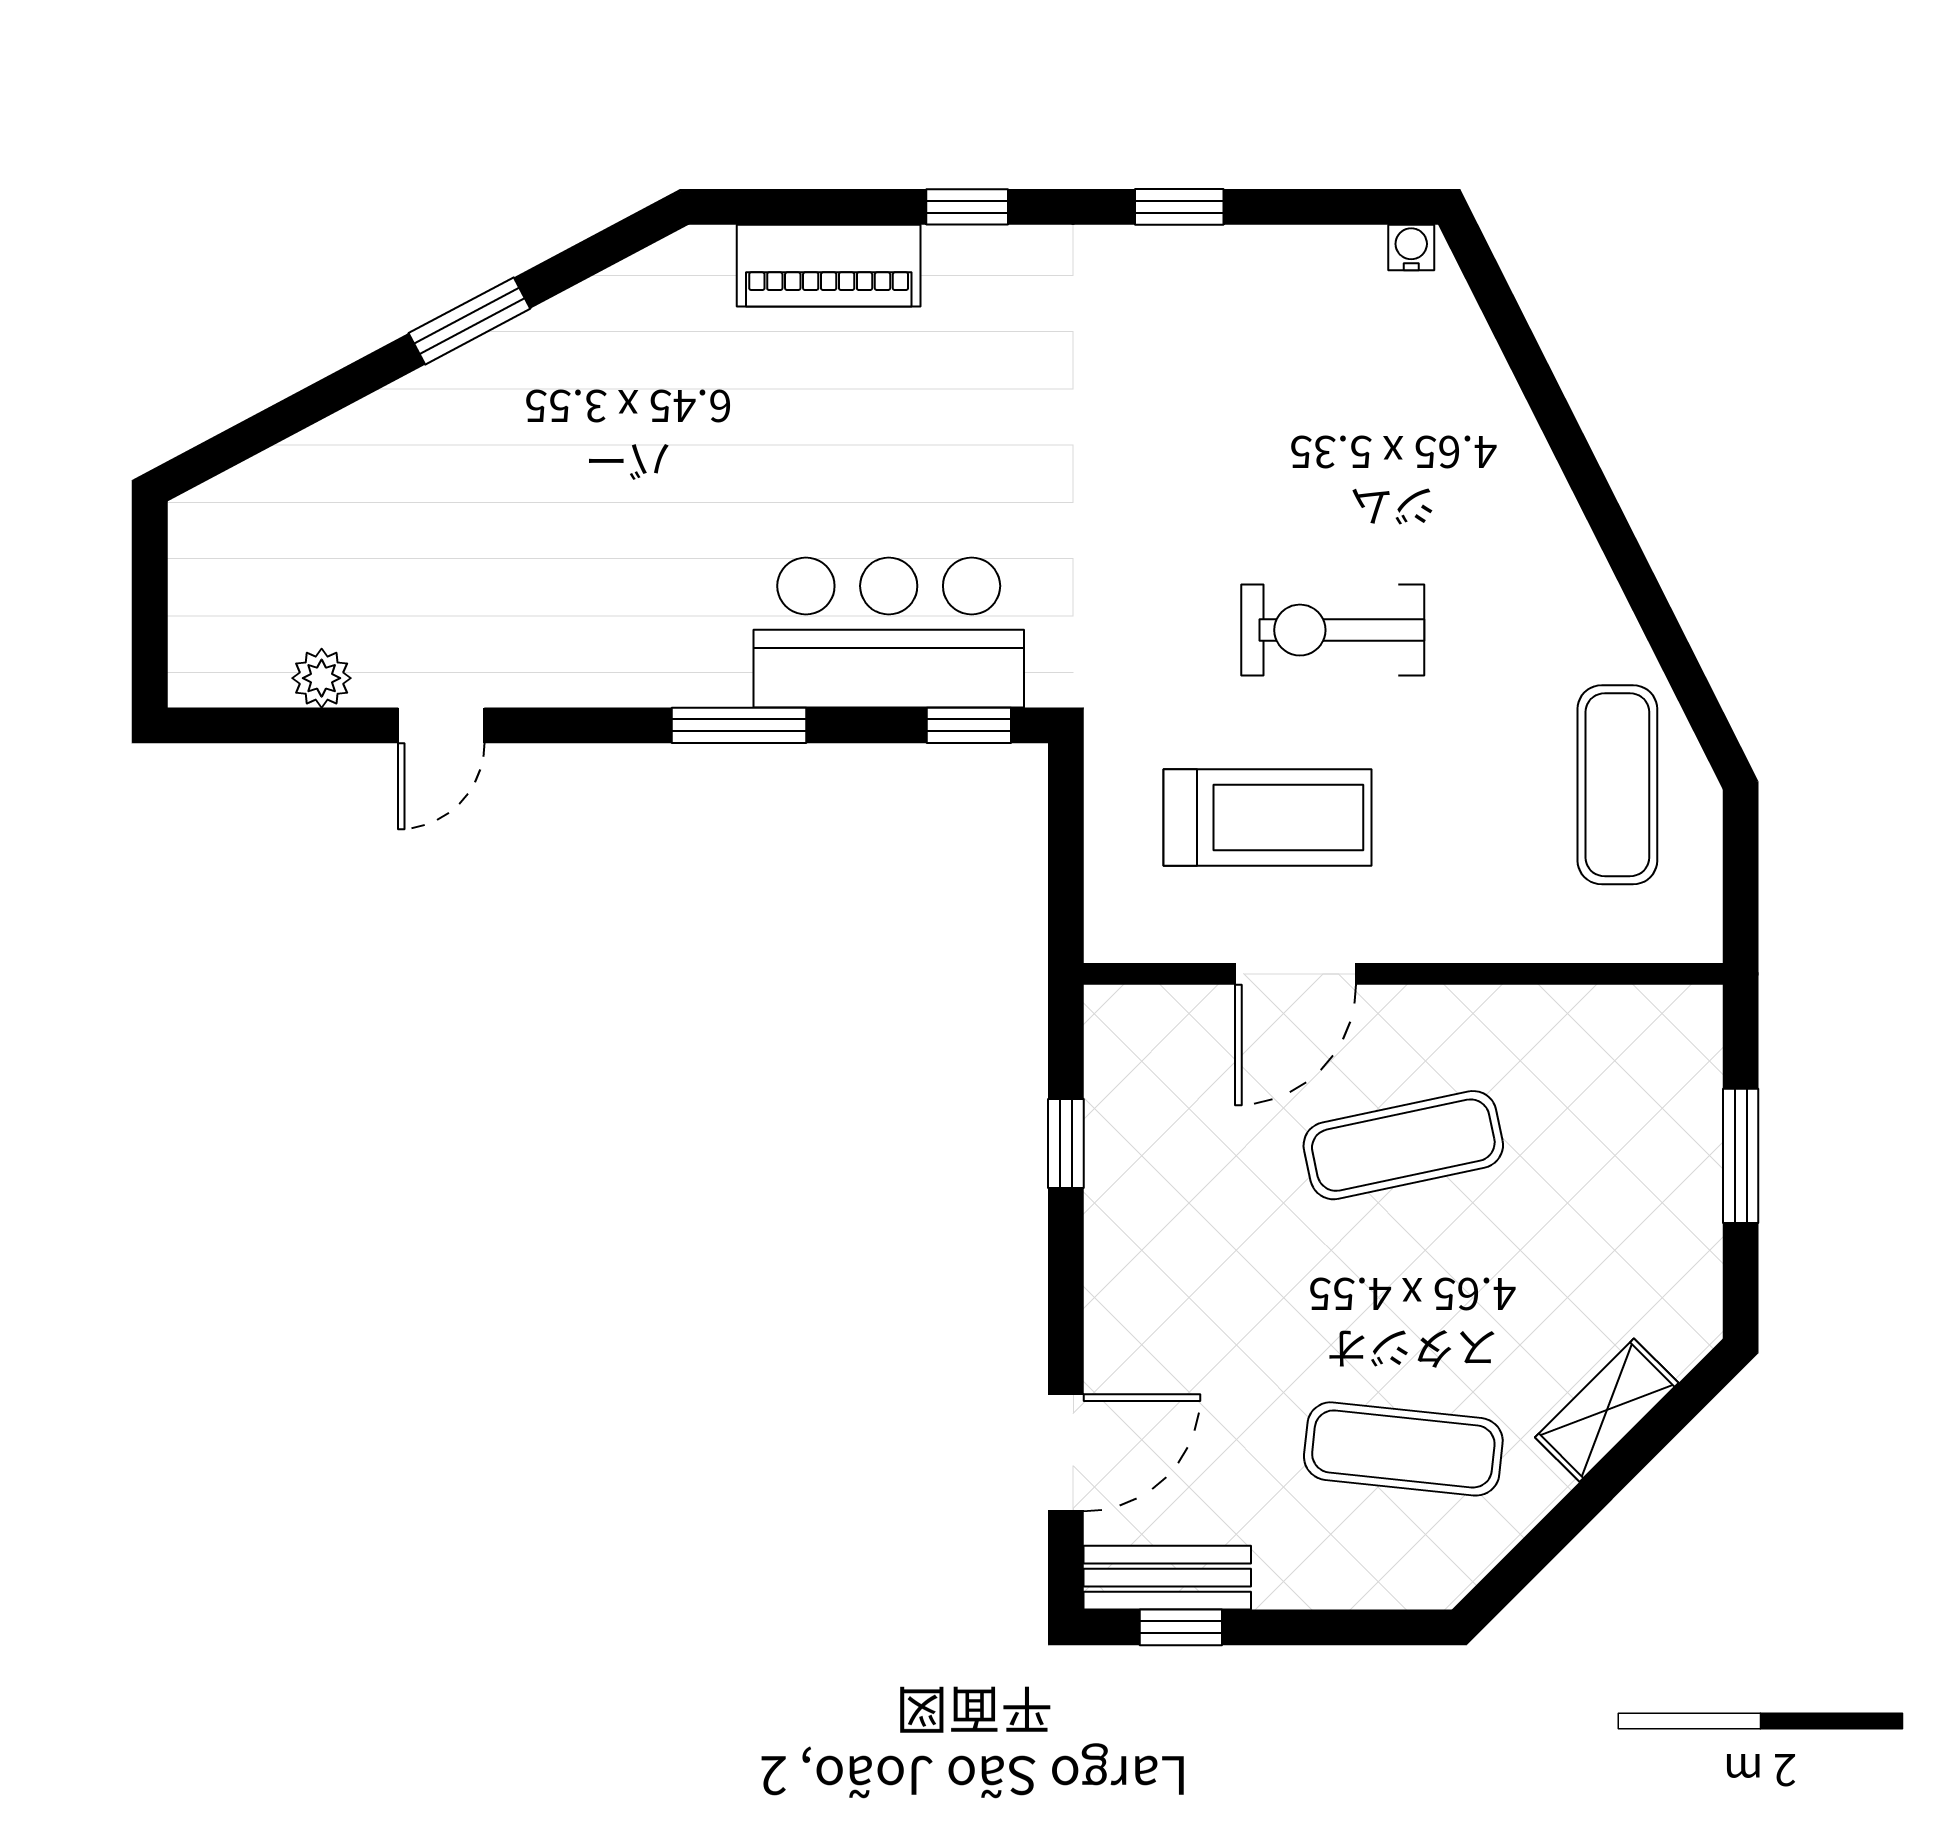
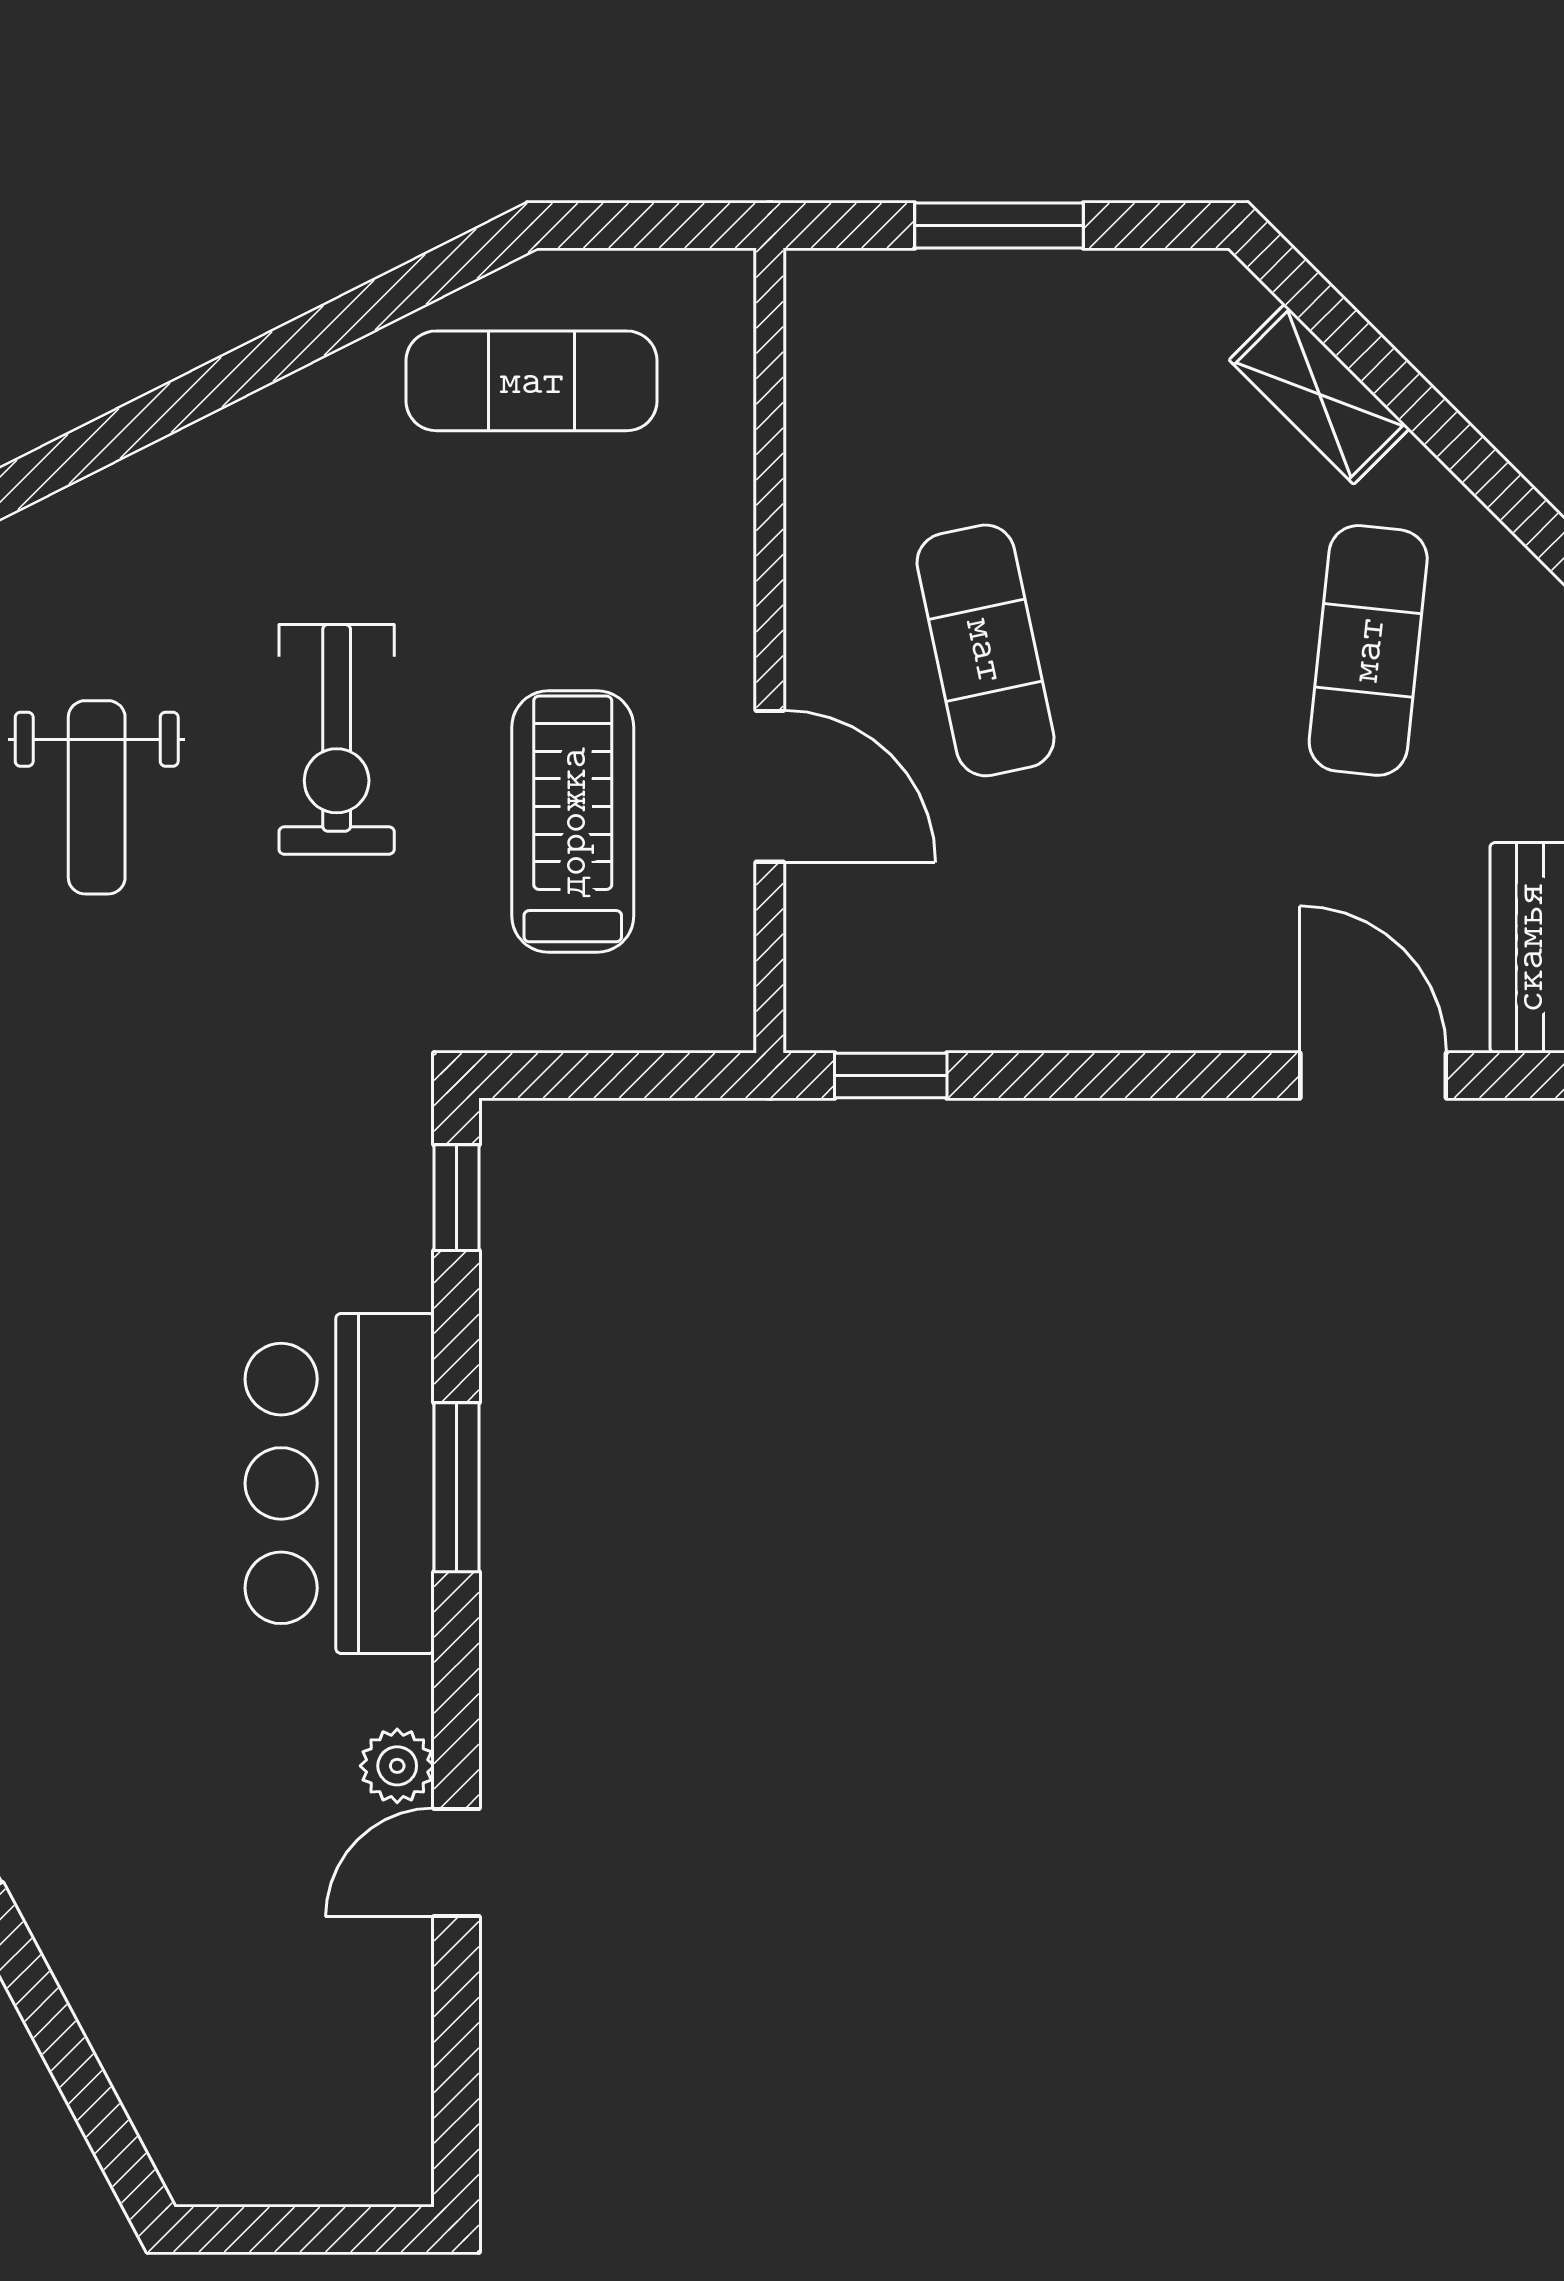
weight bench: (1287, 440) -> (97, 797), added
bar counter: (889, 633) -> (340, 1483), moved
plant: (322, 678) -> (397, 1766), moved
door: (441, 725) -> (457, 1862), swing flipped
window: (1066, 1144) -> (891, 1075), moved

